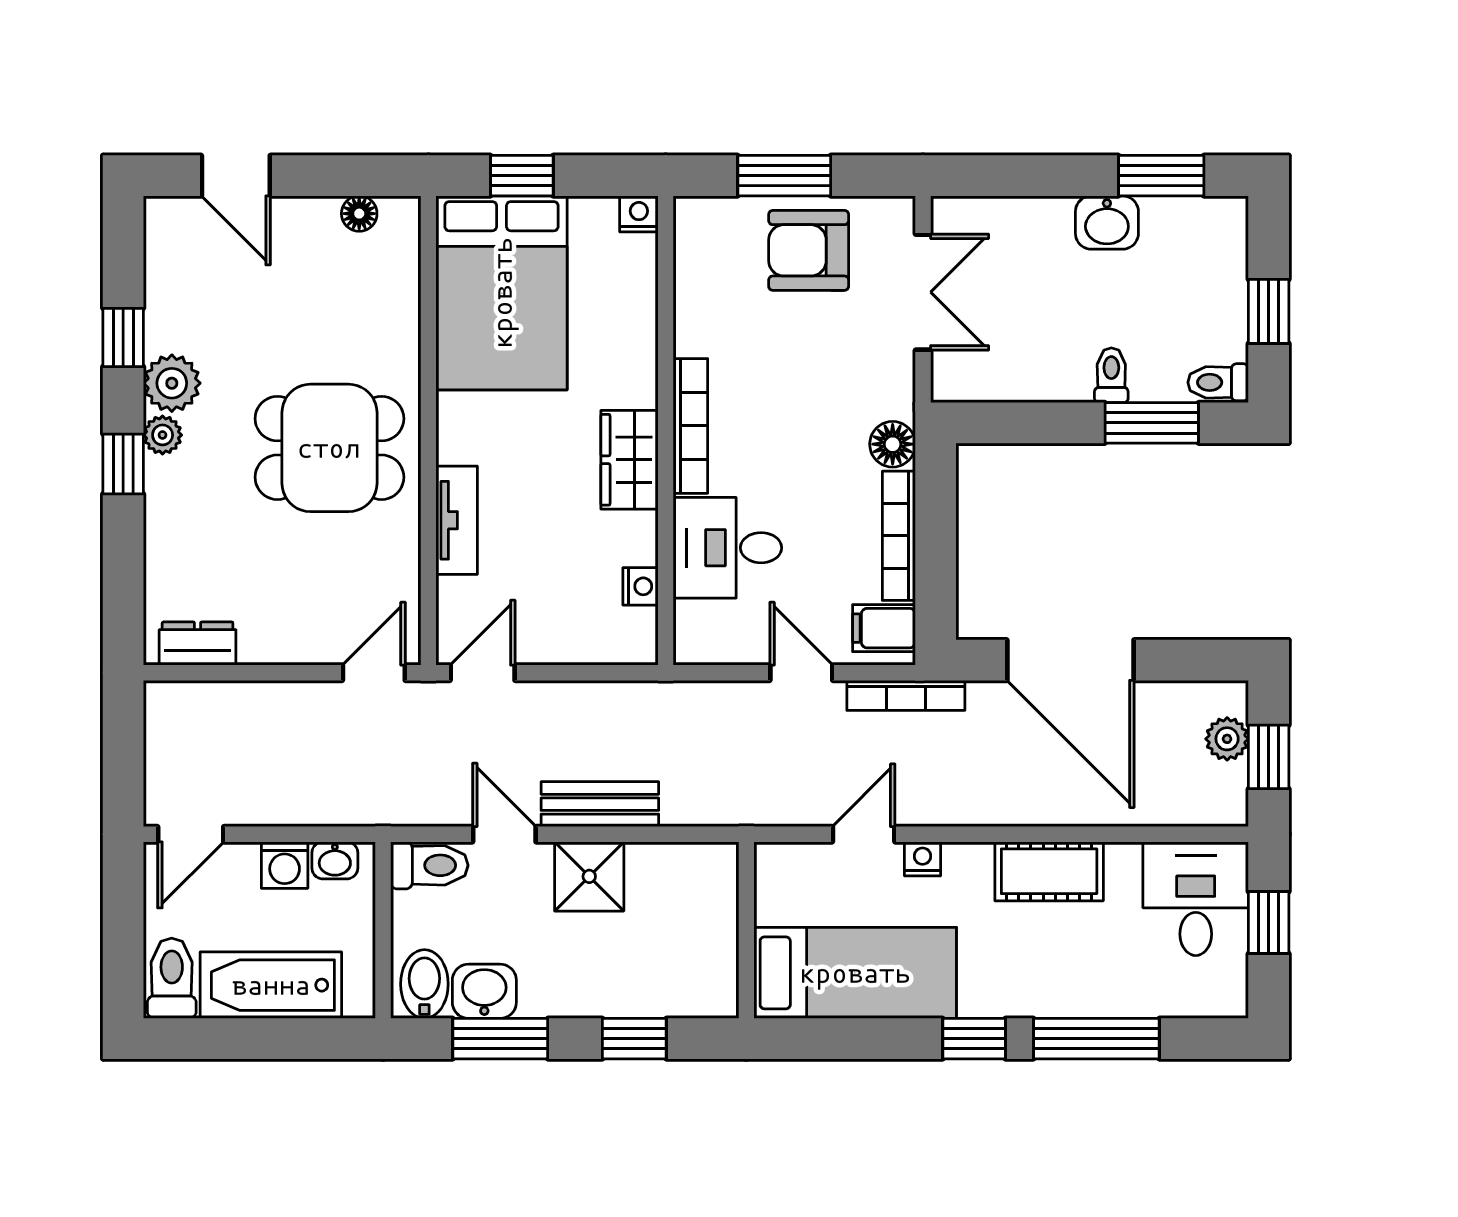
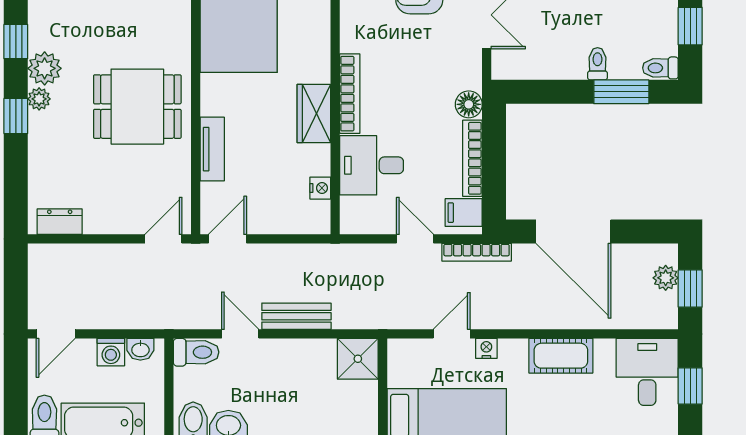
shower: (589, 876) -> (358, 359), moved

